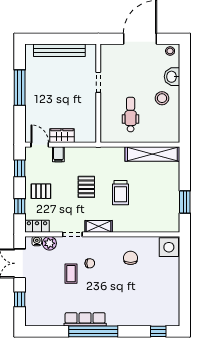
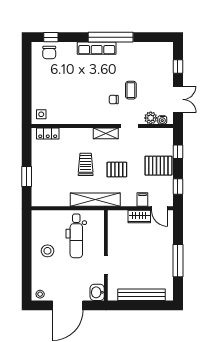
washbasin: (172, 77) -> (97, 292), moved, turned 180
dental chair: (131, 115) -> (76, 236), width x1.36, depth x1.38
shelving: (152, 154) -> (95, 200), moved
pallet: (86, 187) -> (117, 170), turned 90
pallet: (41, 191) -> (158, 166), width x1.50, depth x1.42
window: (185, 202) -> (27, 176), moved
locker: (37, 226) -> (48, 133), moved
side table: (169, 247) -> (41, 114), width x0.54, depth x0.54
chair: (131, 258) -> (49, 52), moved
row of seats: (85, 319) -> (97, 48), moved

